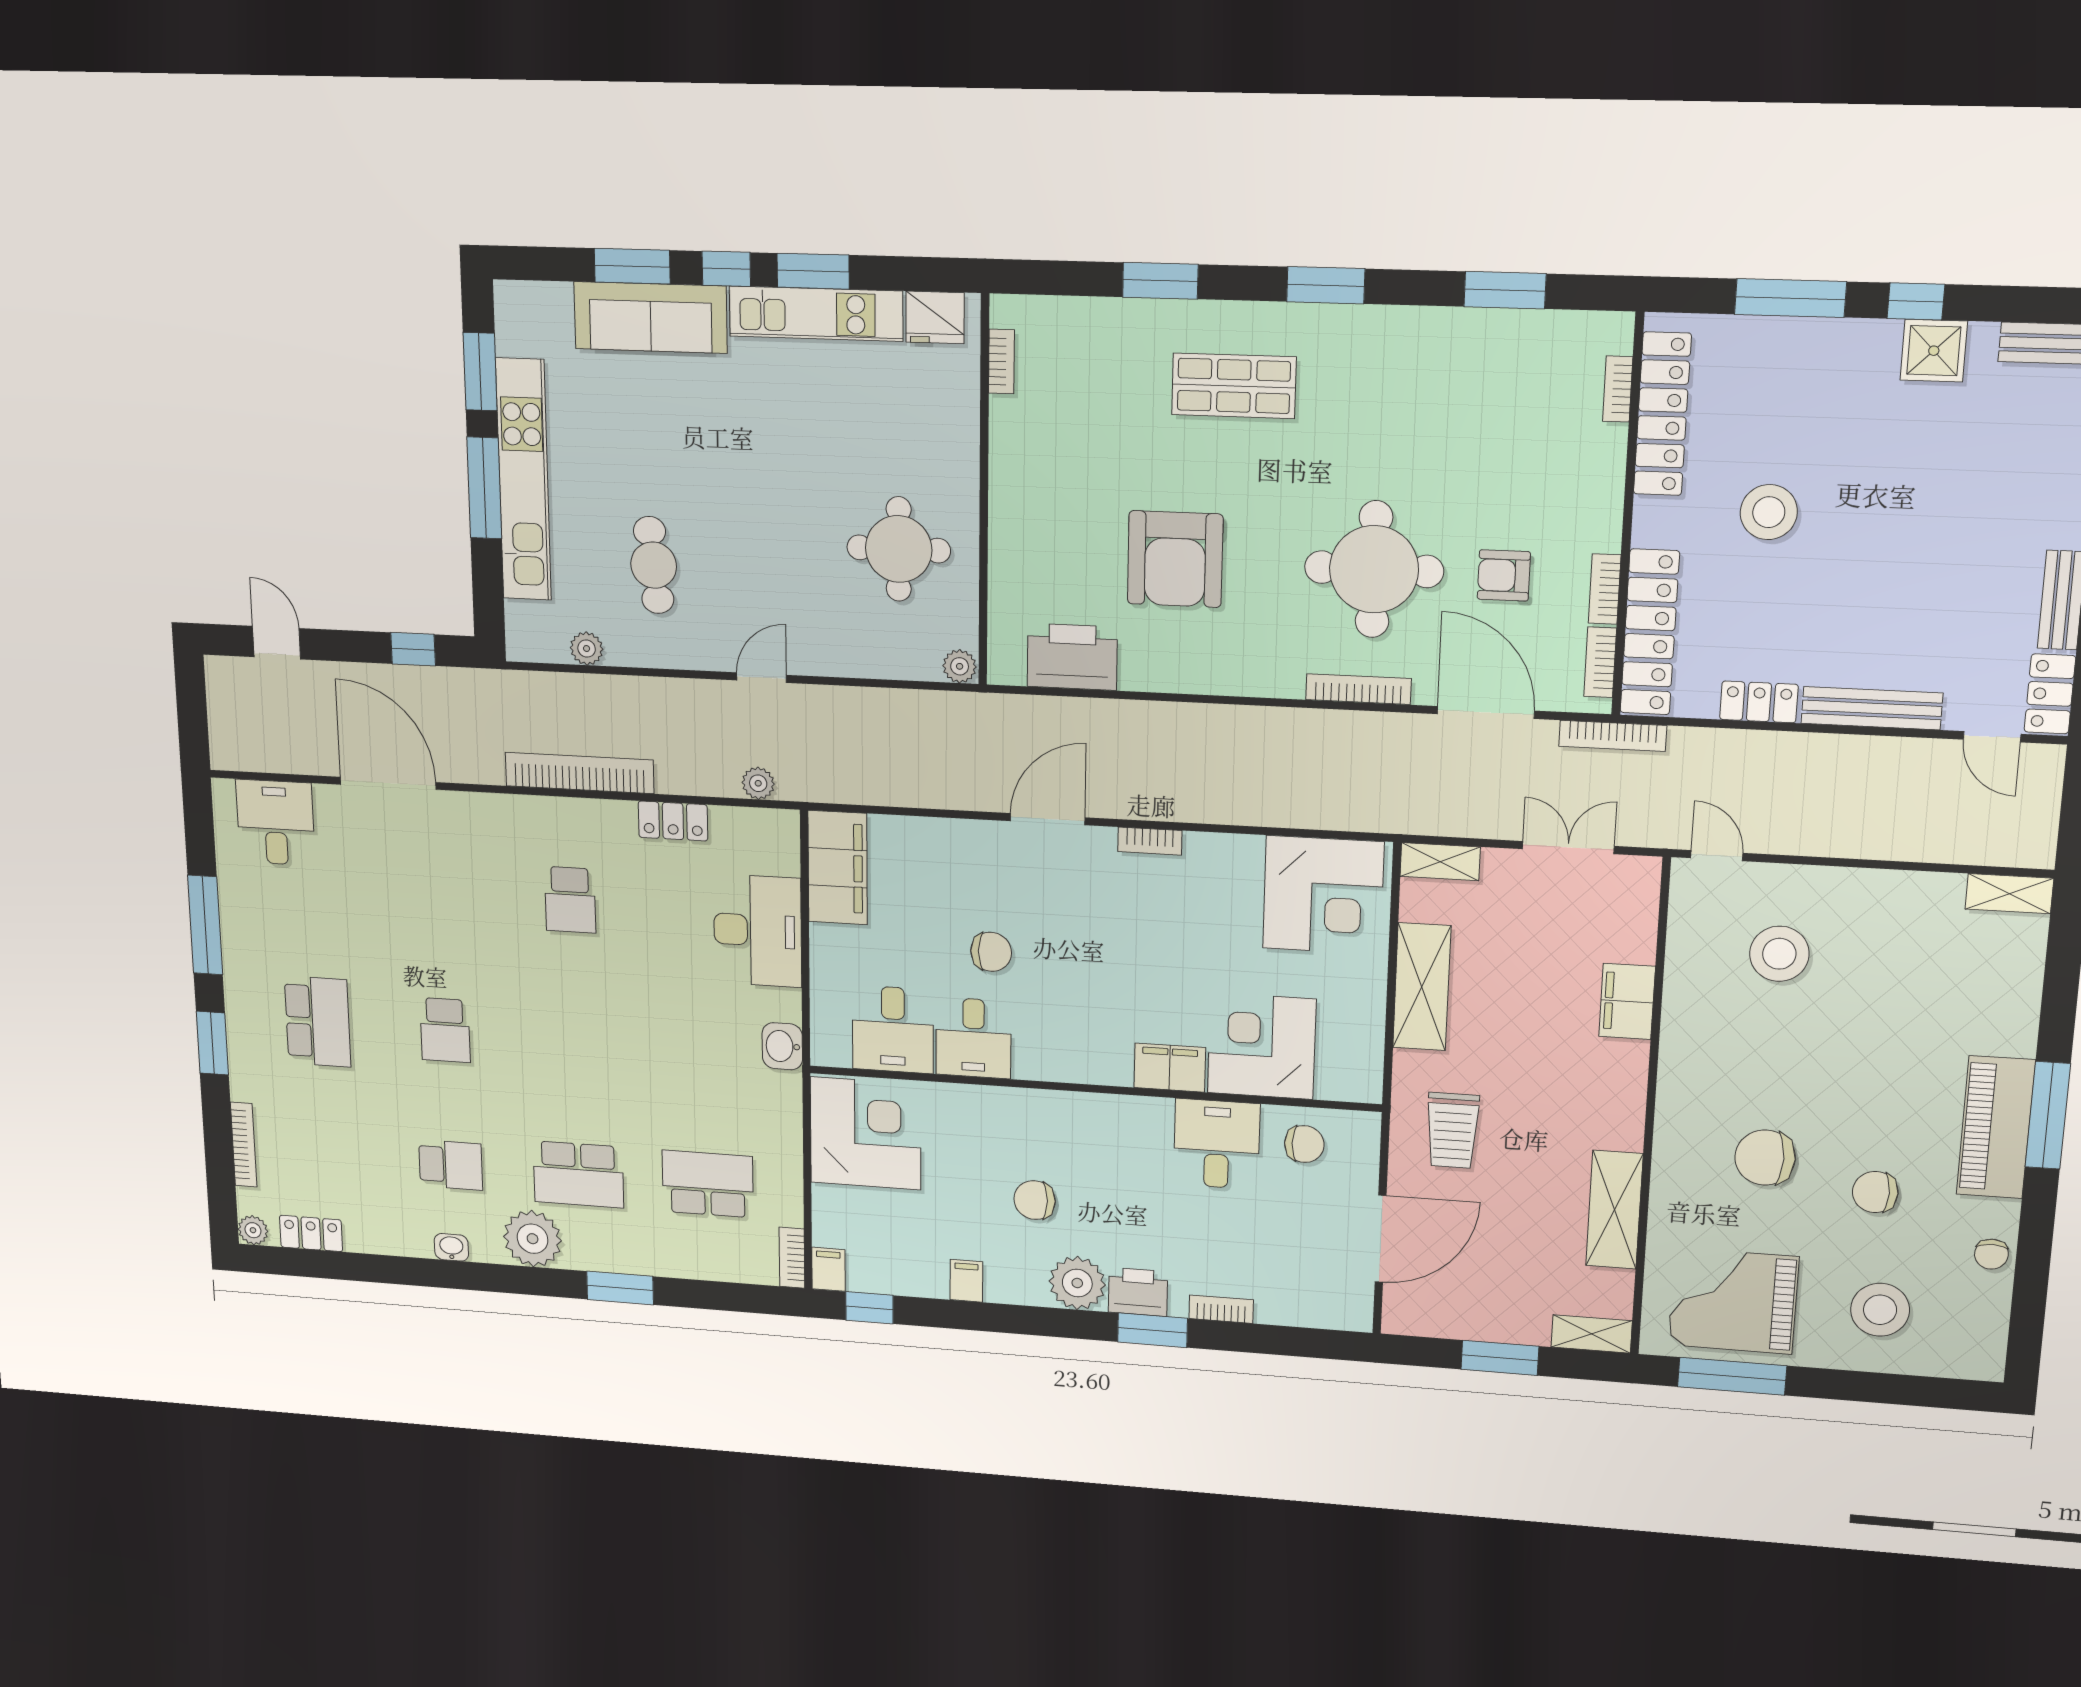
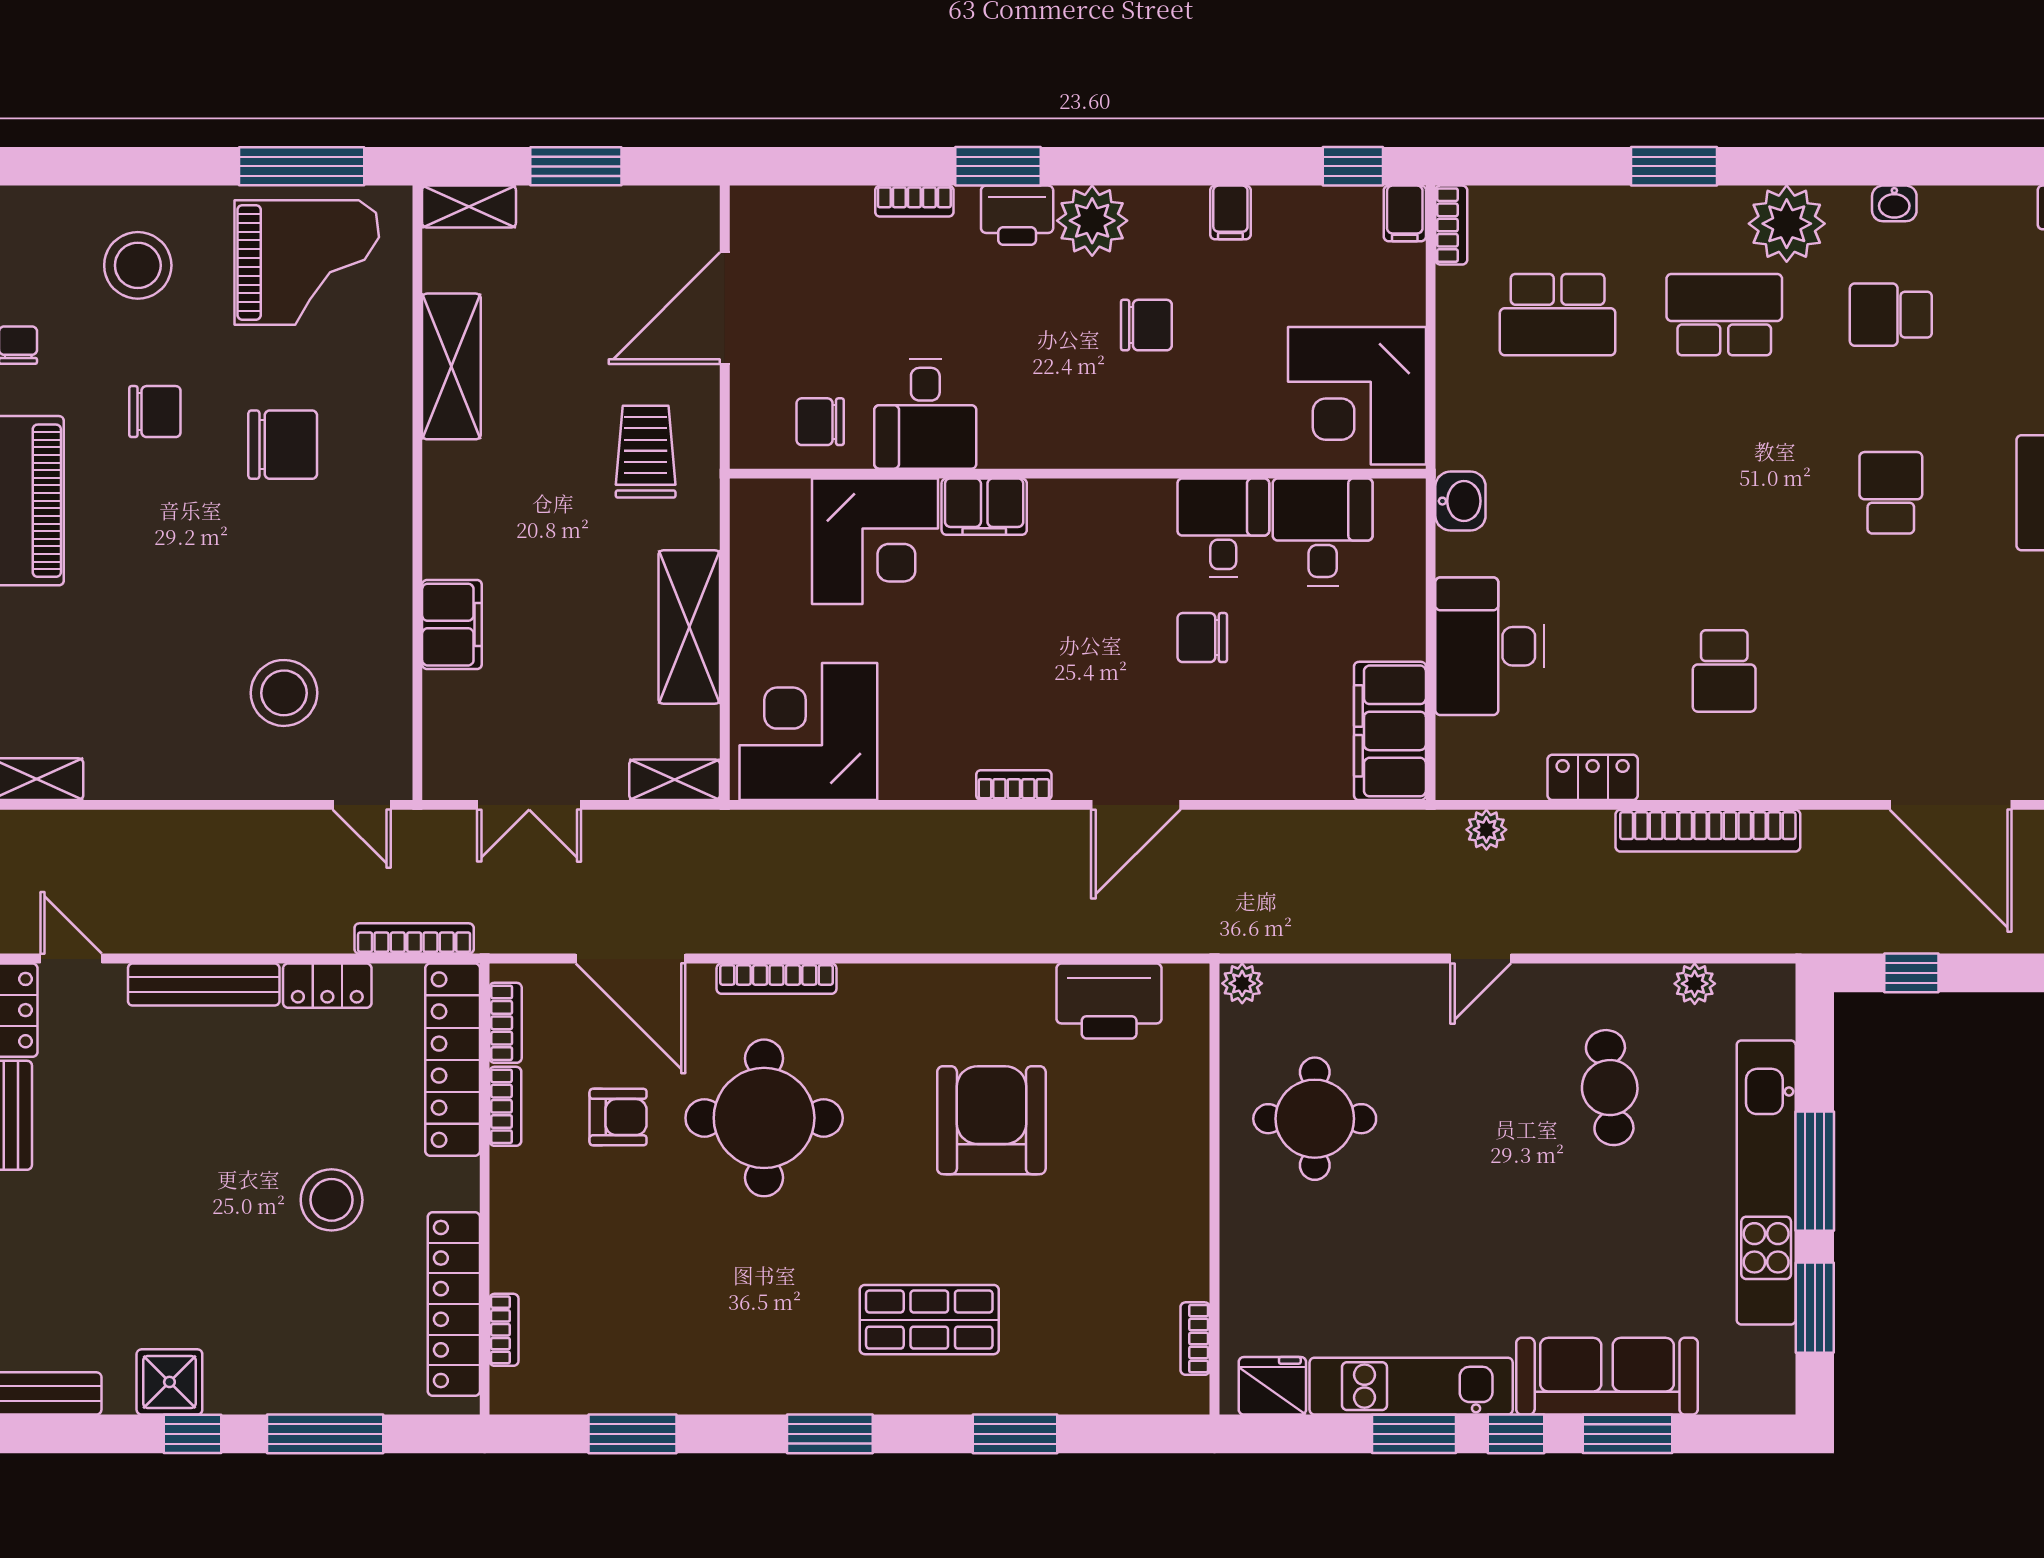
bookcase: (1613, 736) -> (414, 938), moved
school desk: (570, 900) -> (1724, 671), turned 180

